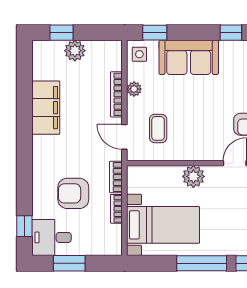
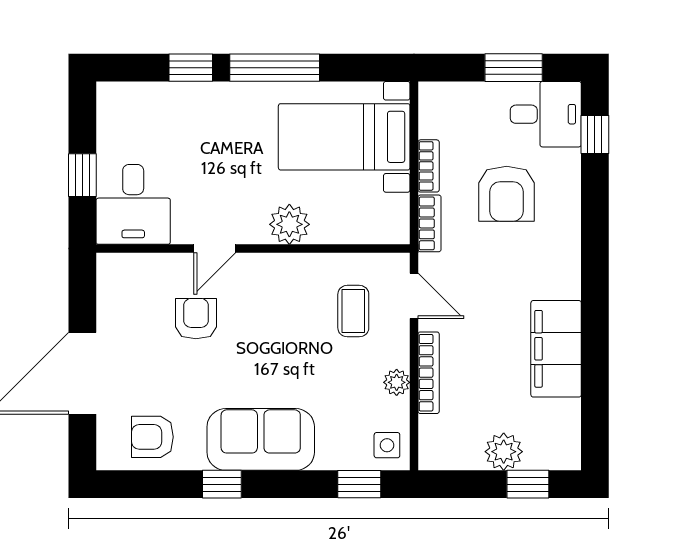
sofa: (189, 57) -> (261, 439), moved
armchair: (73, 193) -> (507, 194), turned 90

